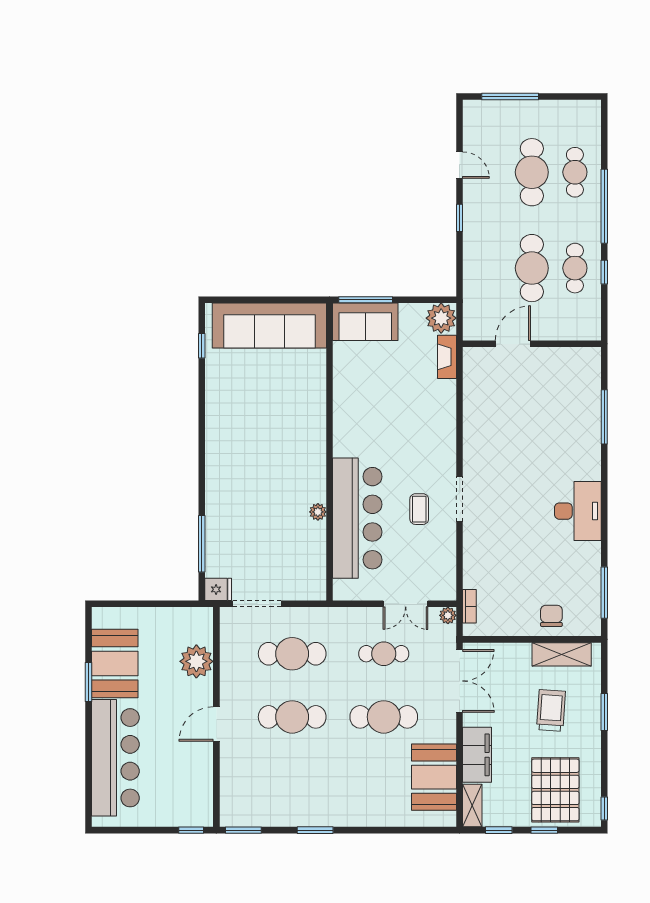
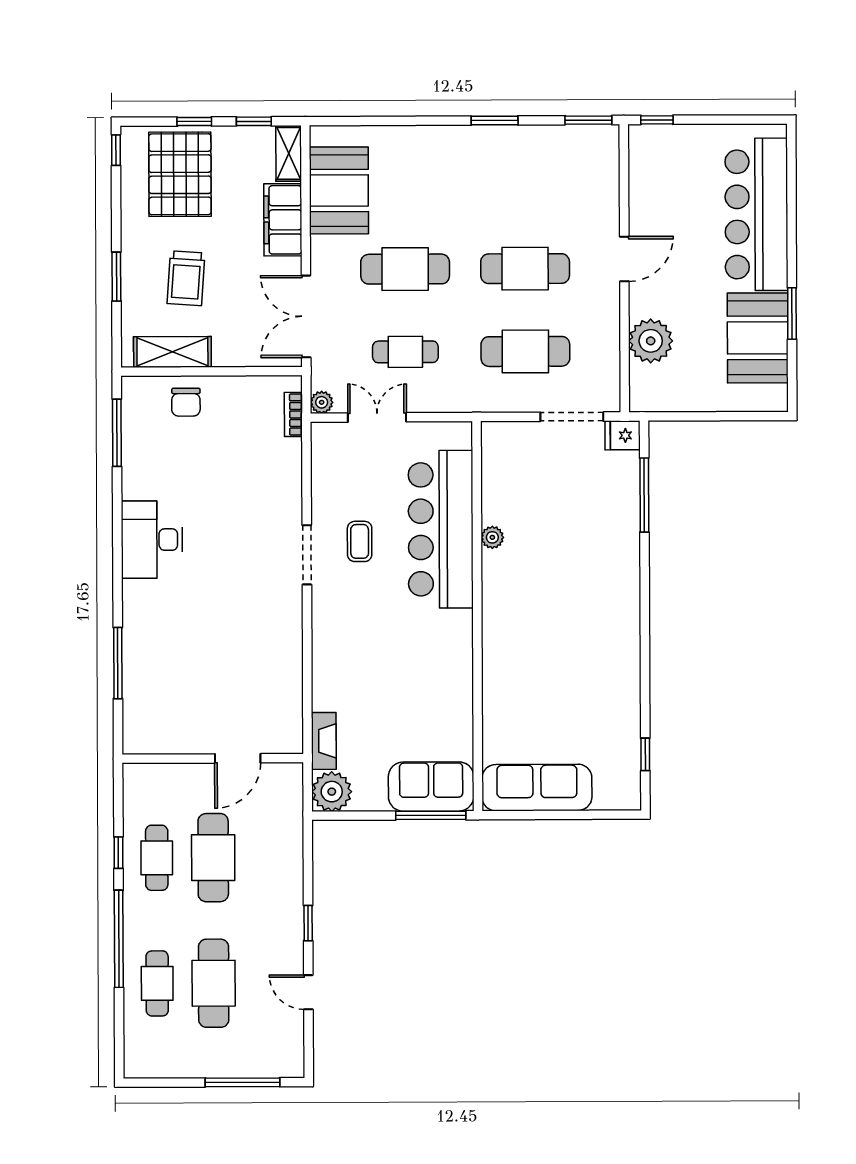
sofa: (269, 326) -> (537, 788), width x0.74, depth x0.79

